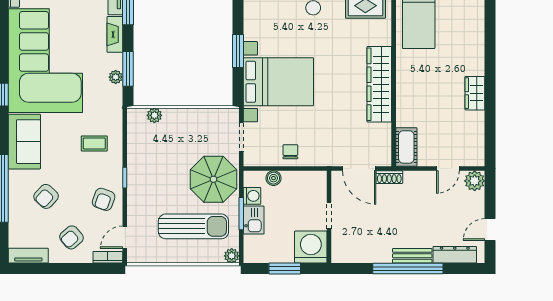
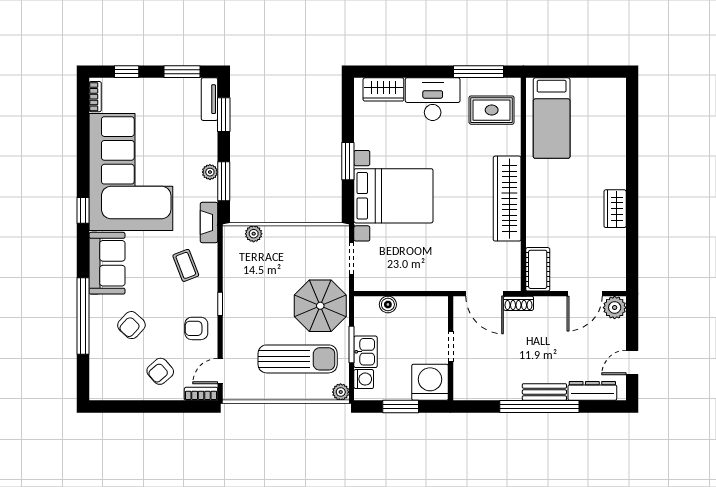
fireplace: (115, 34) -> (209, 222), moved
plant: (116, 77) -> (210, 172), moved
coffee table: (94, 143) -> (186, 265), turned 69
chair: (290, 152) -> (407, 275), removed
door: (448, 169) -> (585, 294), width x1.38
washing machine: (252, 196) -> (364, 379), moved
armchair: (104, 199) -> (196, 328), turned 70
tv unit: (28, 256) -> (111, 392), removed

